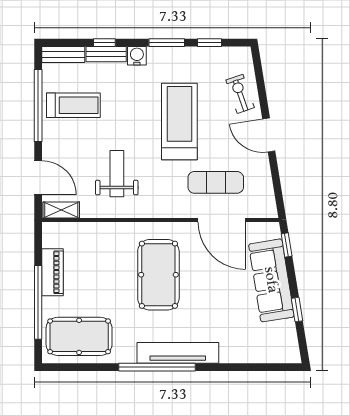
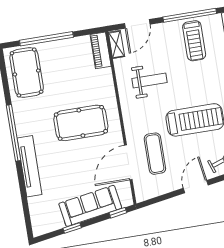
piano: (53, 272) -> (101, 50), moved, turned 90
tv unit: (178, 353) -> (30, 166), moved

